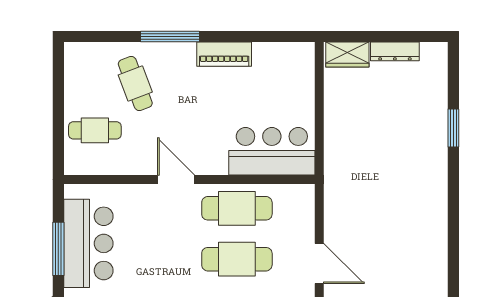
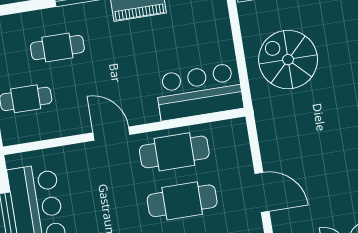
cafe table: (135, 83) -> (57, 48), turned -69
spiral stairs: (367, 133) -> (288, 60), added

